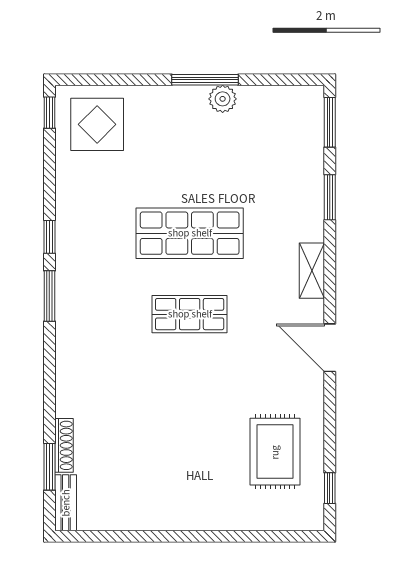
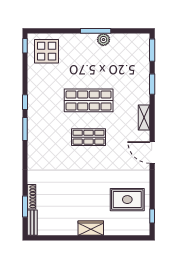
rug: (275, 452) -> (127, 200), turned 90
wardrobe: (194, 515) -> (91, 228), added

